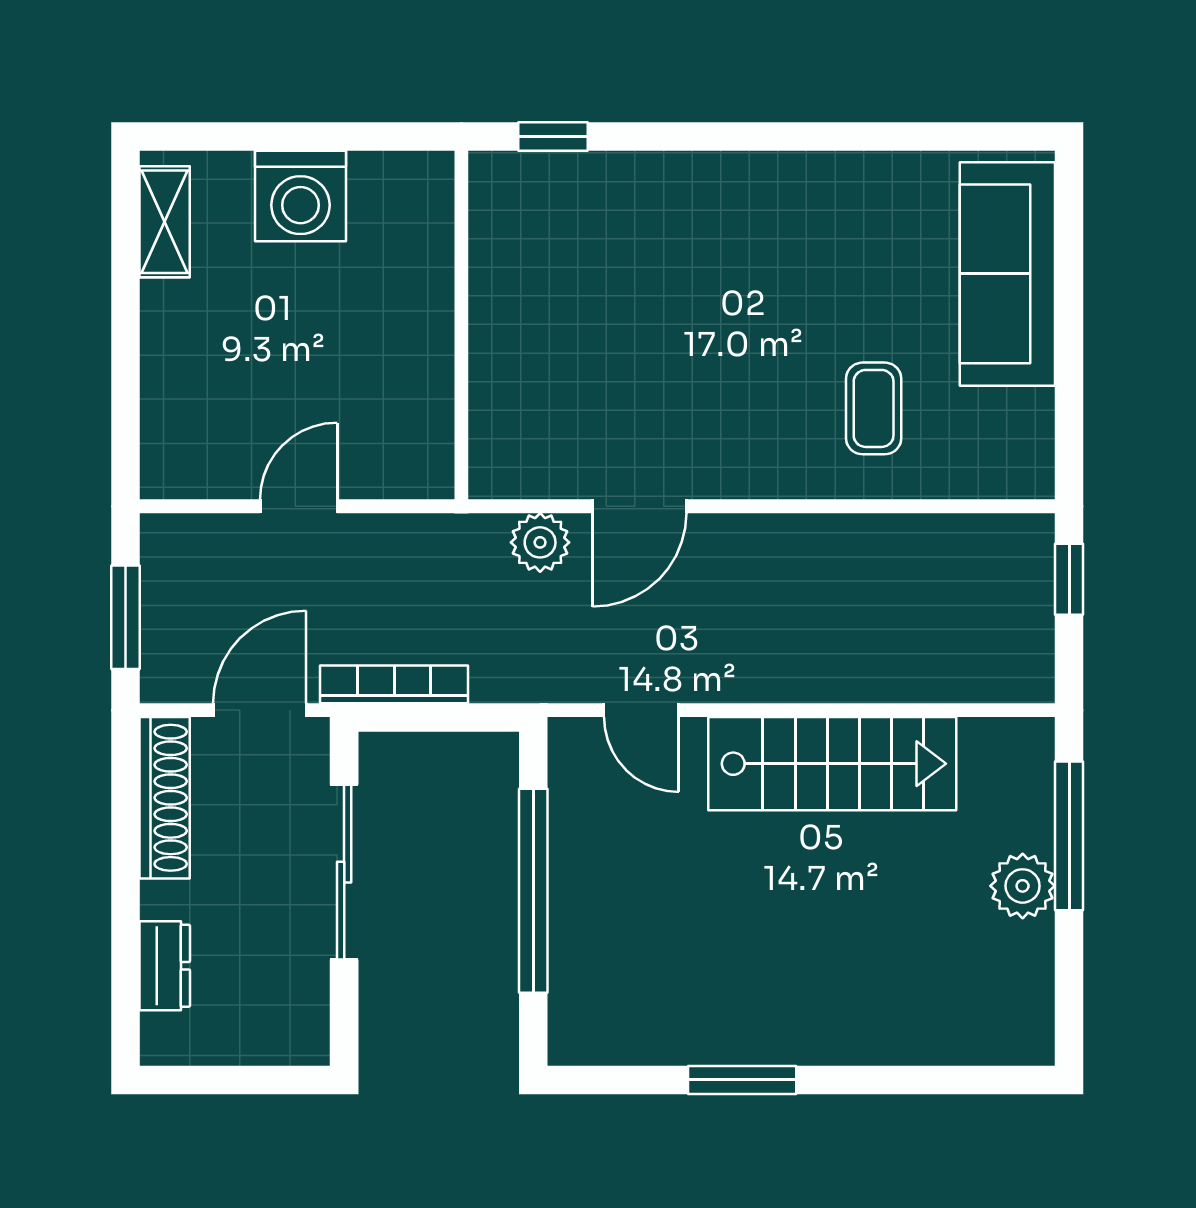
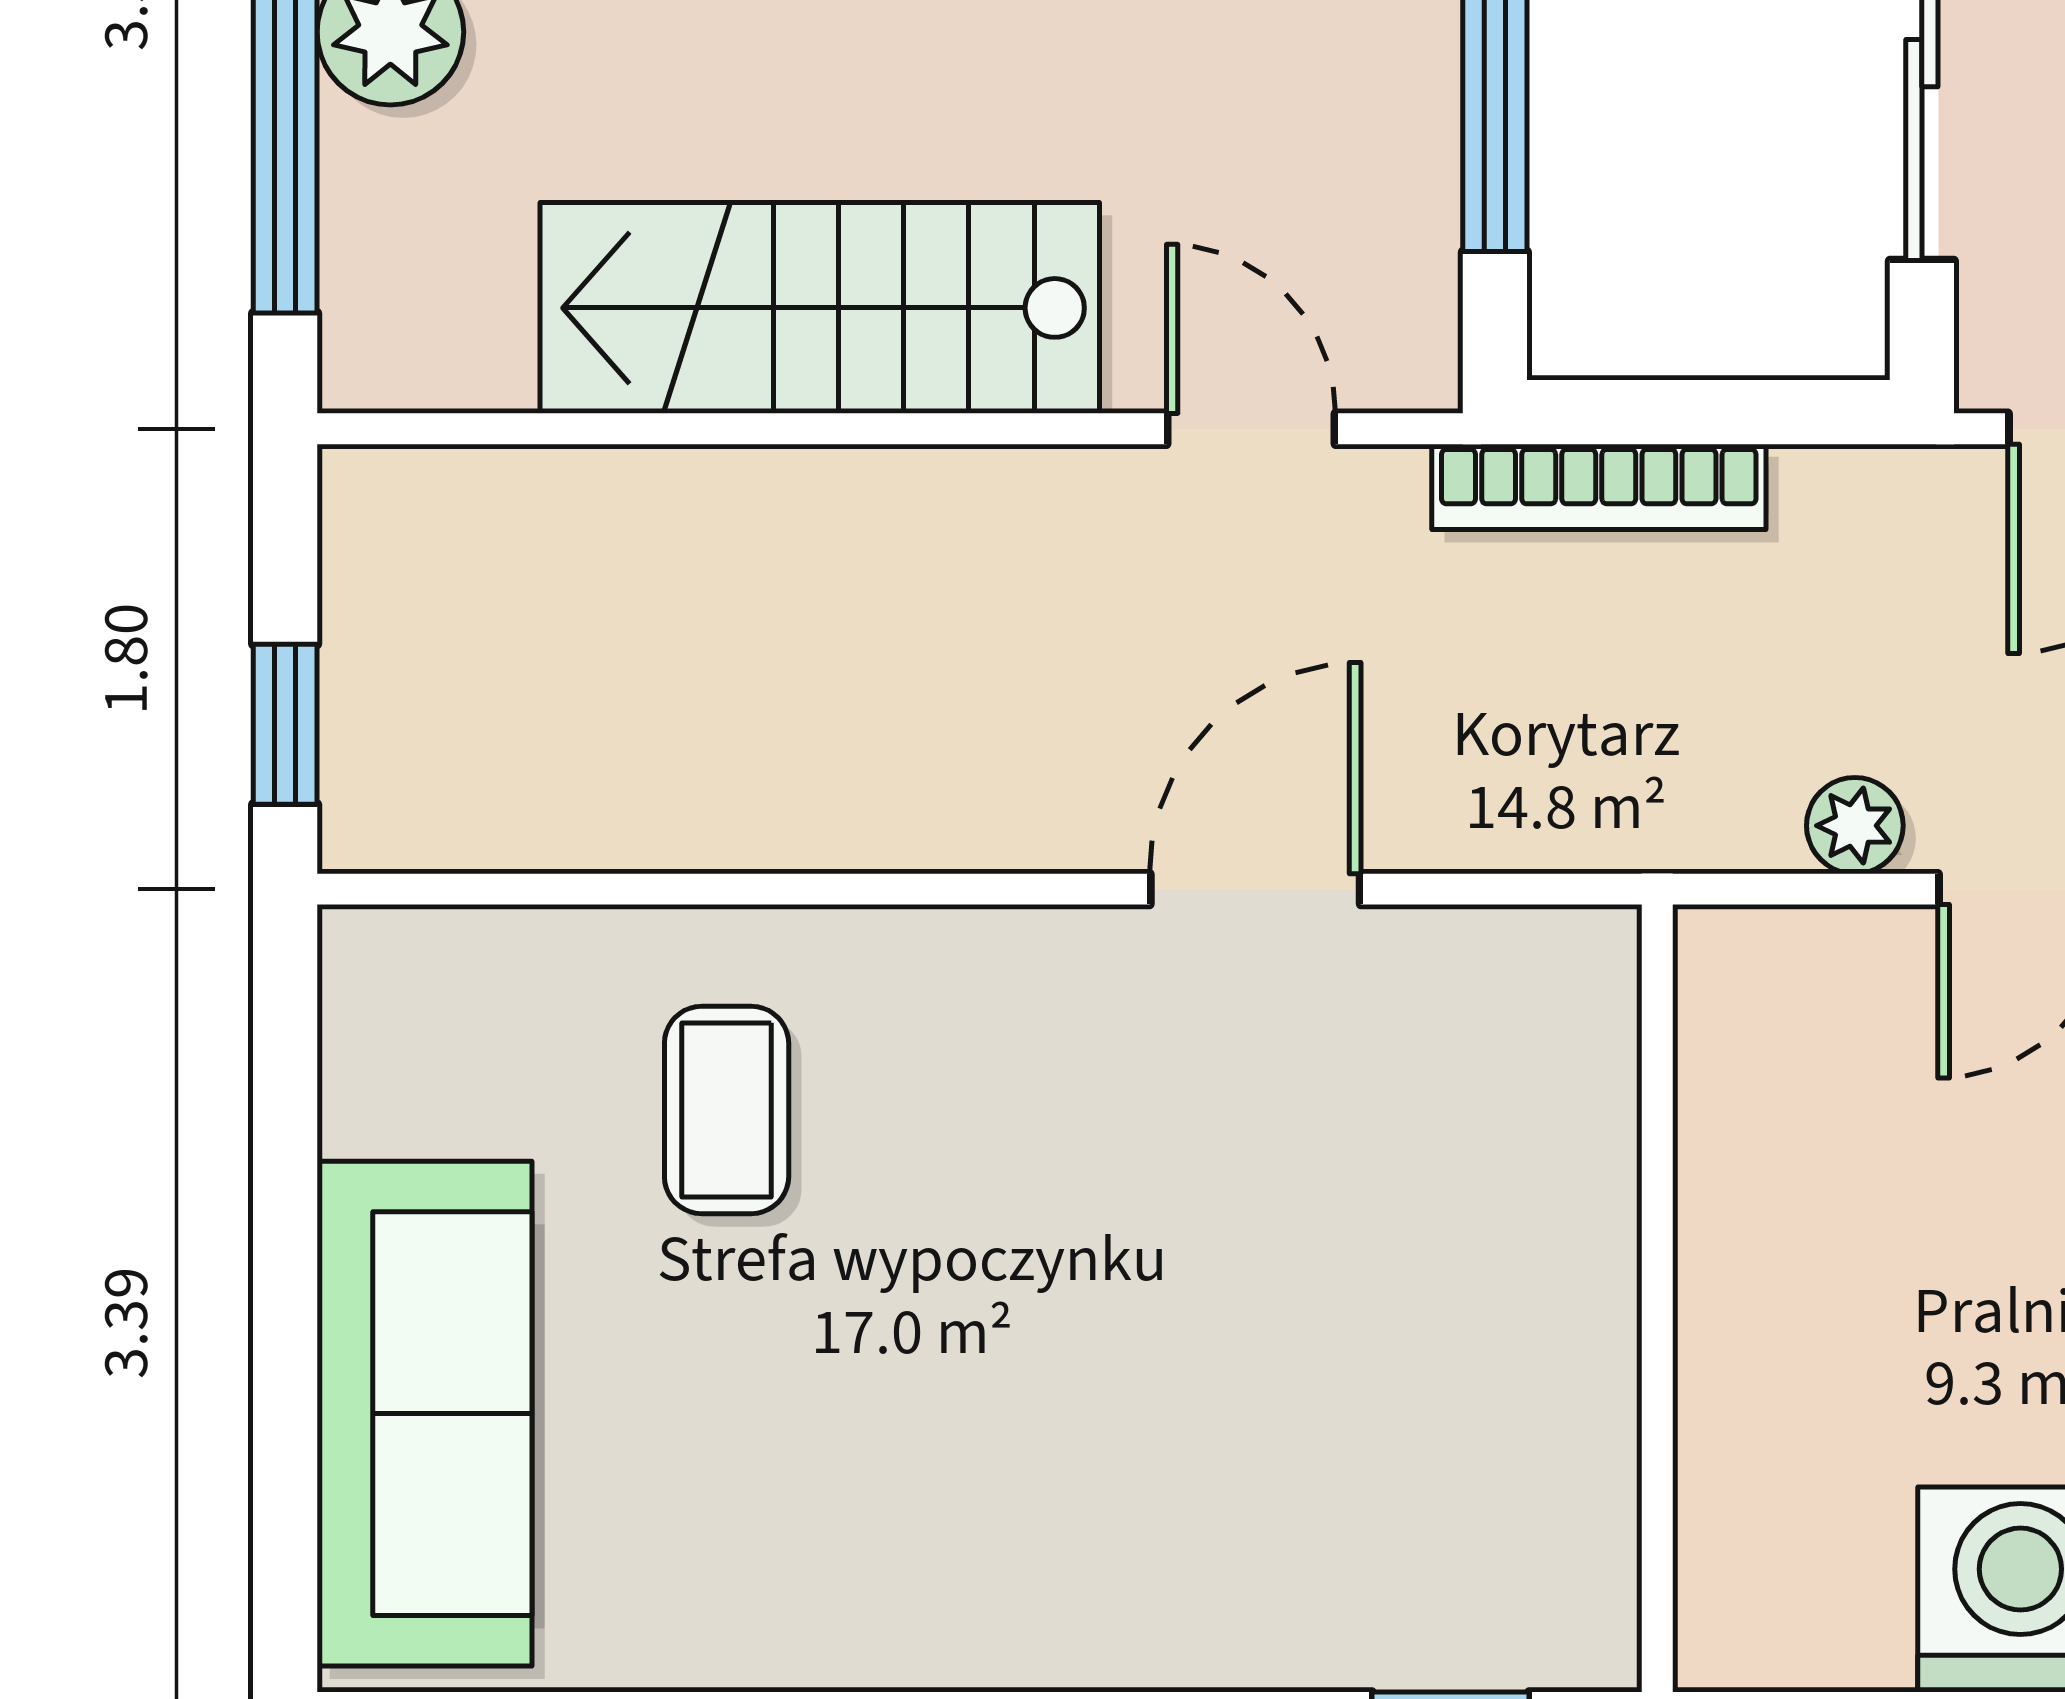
plant: (540, 542) -> (1855, 826), moved, width x0.73, depth x0.73
bookcase: (394, 684) -> (1599, 487), moved

